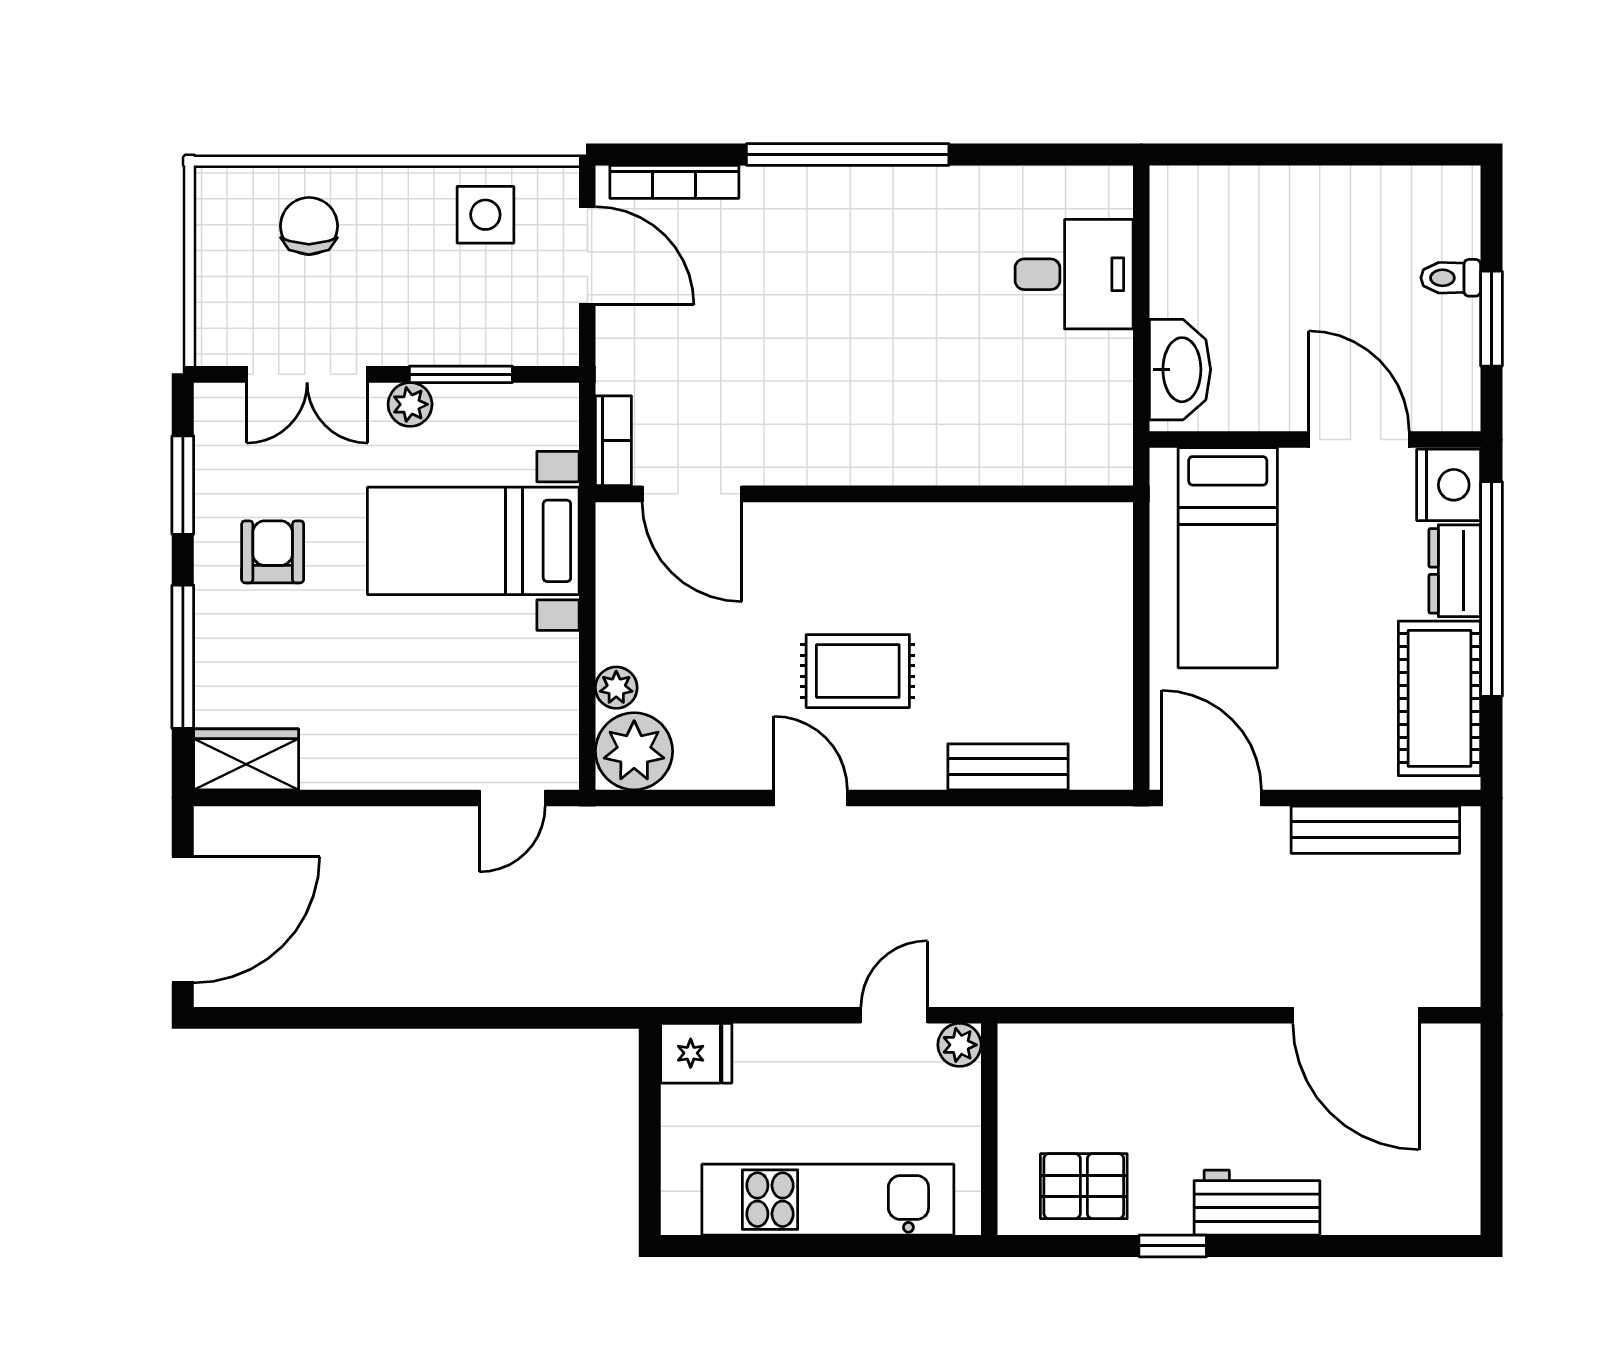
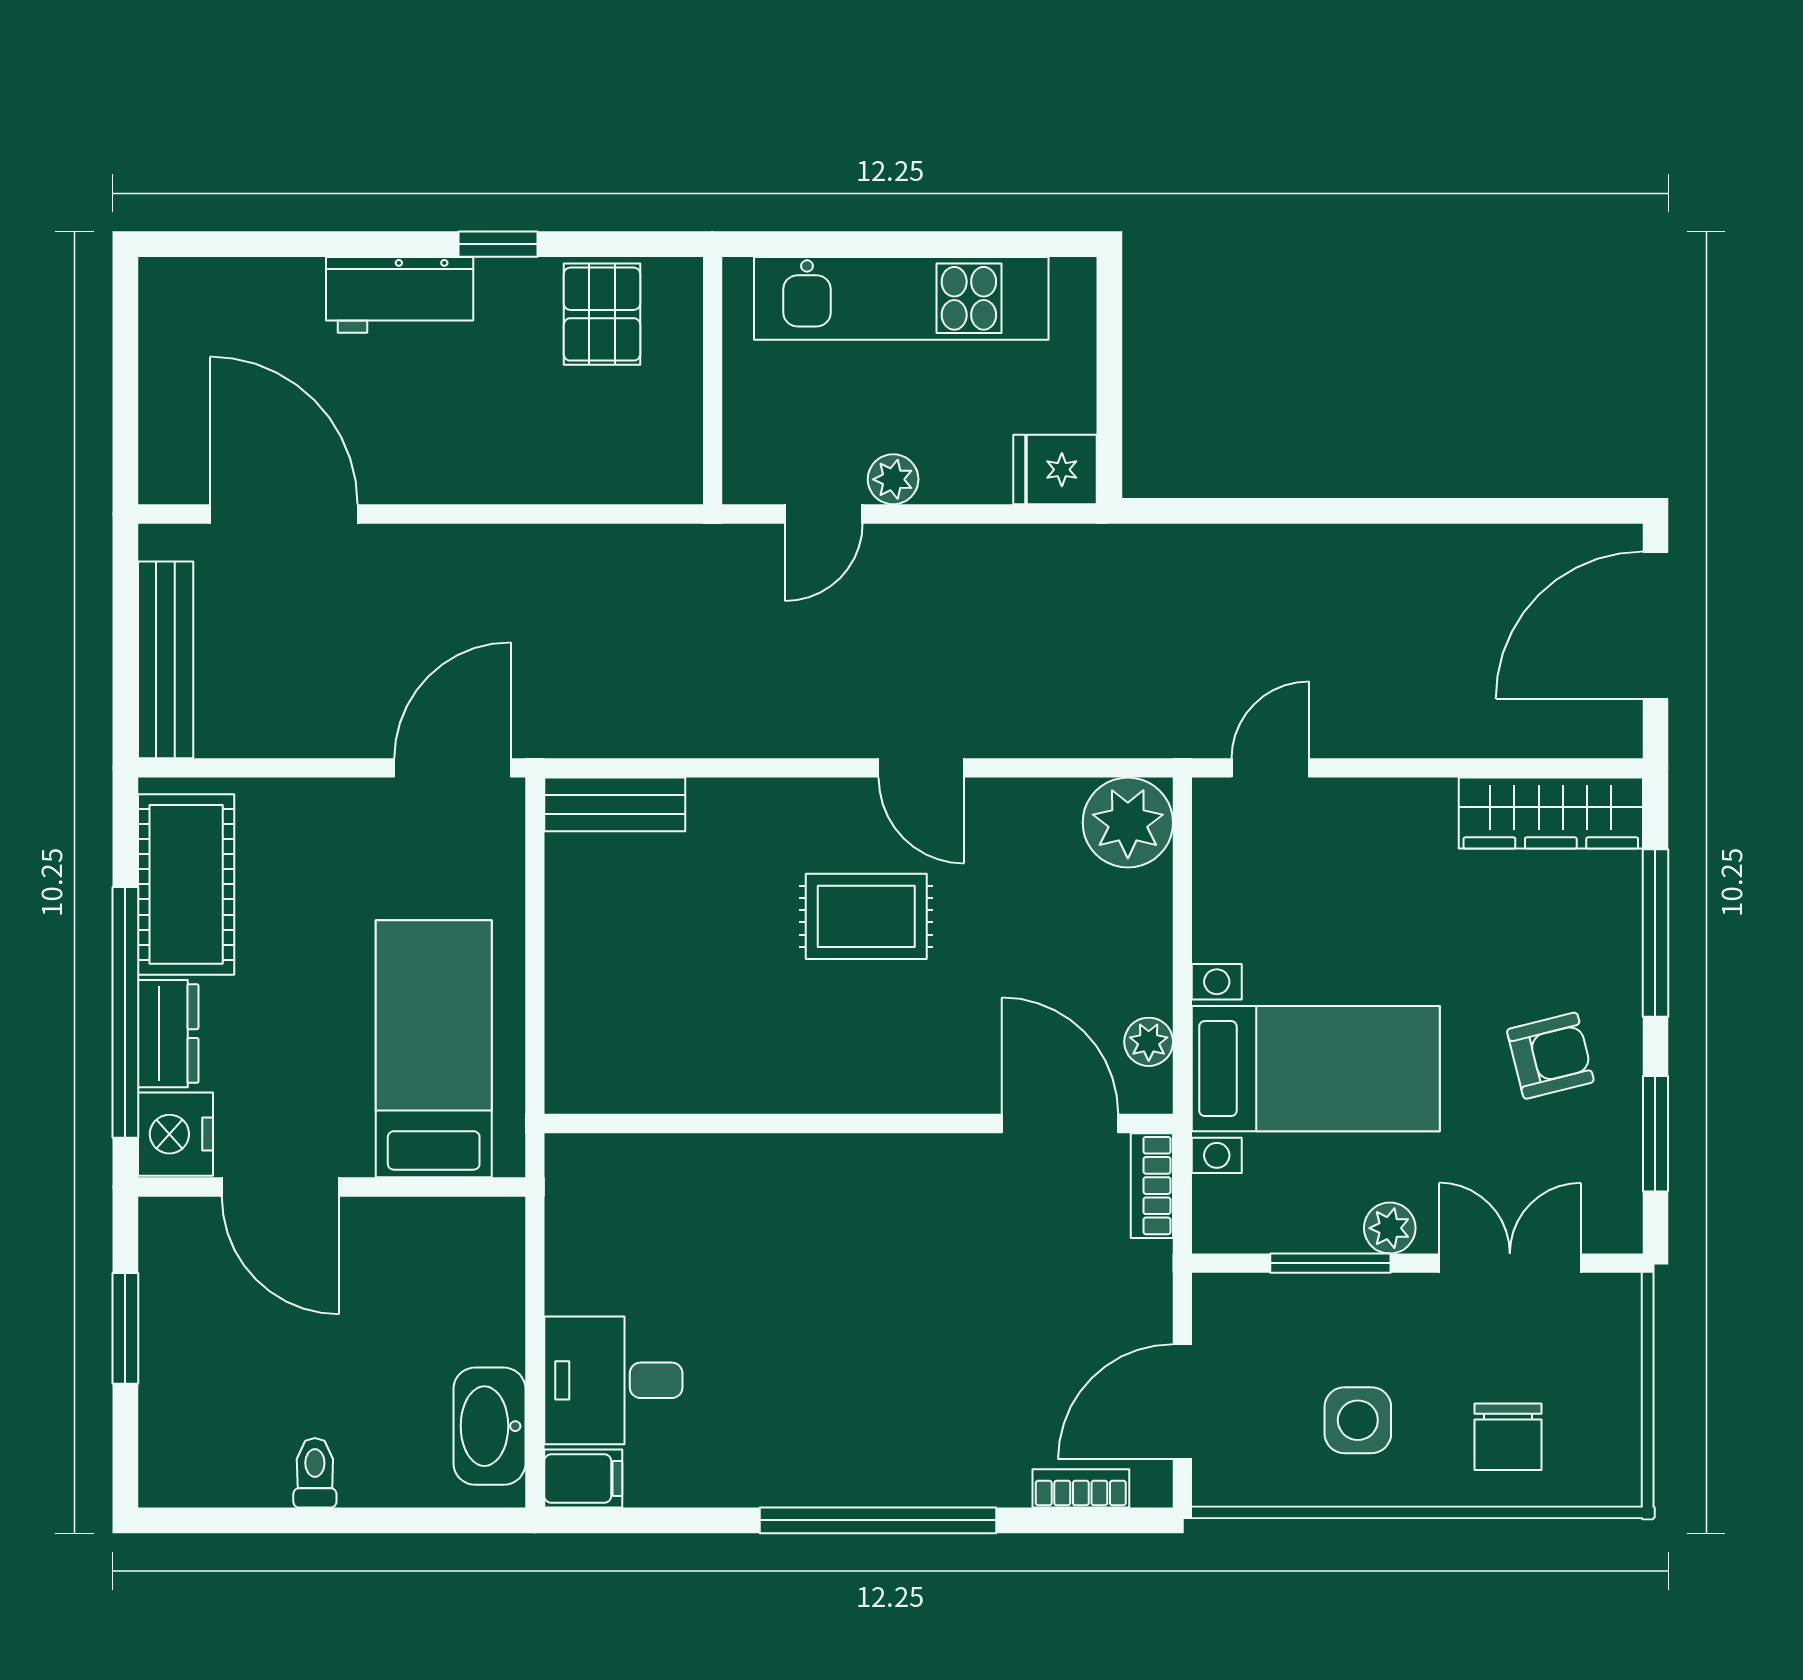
bookcase: (674, 182) -> (1081, 1488), width x0.64
filing cabinet: (1100, 190) -> (583, 1479), added
side table: (485, 215) -> (1358, 1420), moved
door: (587, 256) -> (1182, 1402), hinge flipped
toilet: (1451, 278) -> (315, 1473), moved, turned -90
washbasin: (1180, 370) -> (489, 1426), moved
armchair: (273, 552) -> (1550, 1056), turned -104
plant: (616, 688) -> (1149, 1042), moved
wardrobe: (246, 759) -> (1551, 813), width x1.50
bench: (1008, 767) -> (615, 804), moved
door: (1212, 798) -> (452, 768), swing flipped
bench: (1375, 830) -> (166, 660), moved, turned 90
plant: (959, 1045) -> (893, 479), moved
pallet: (1084, 1186) -> (602, 314), turned 90

